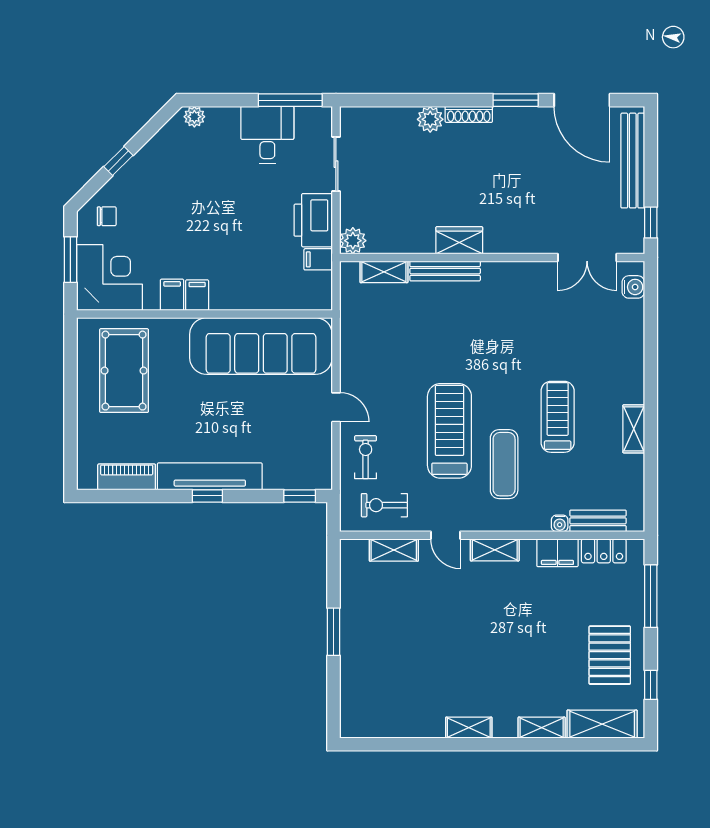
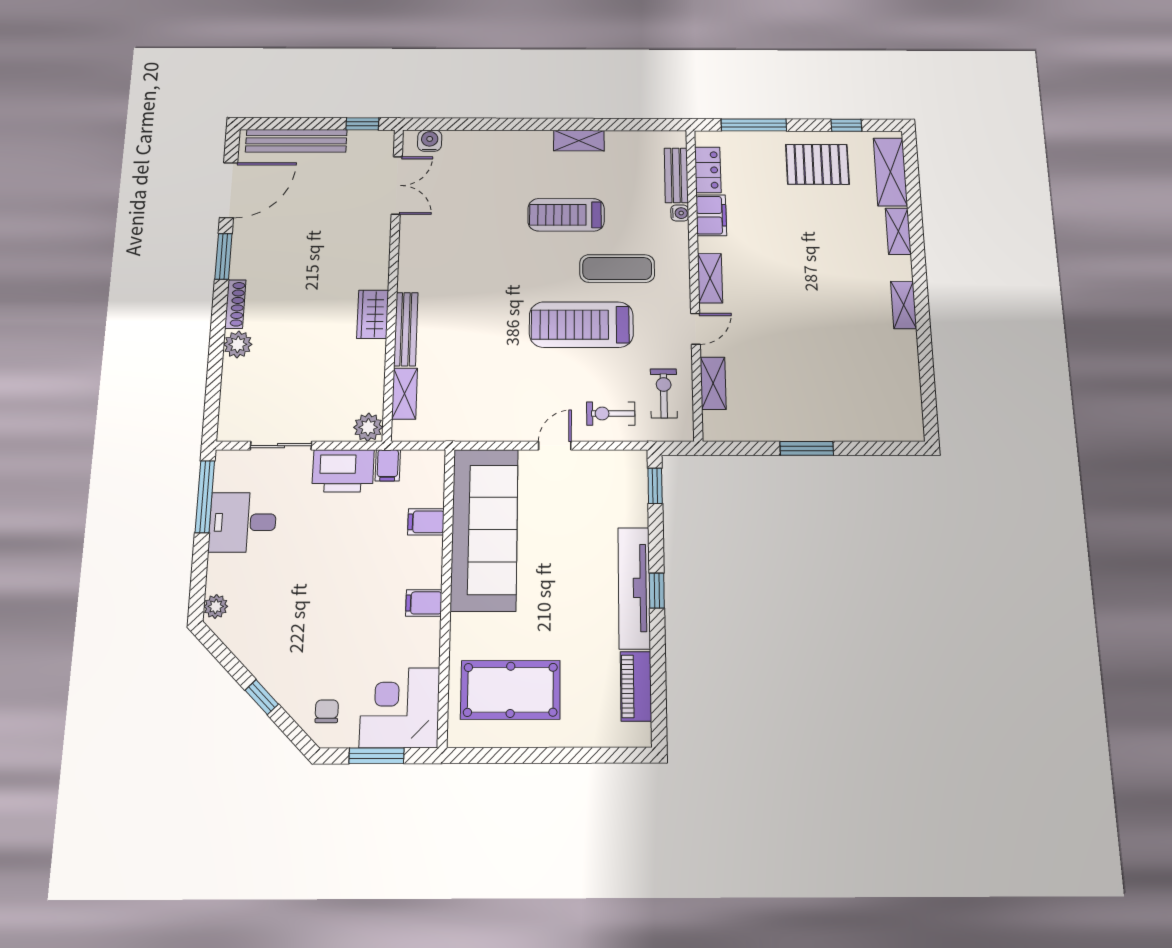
filing cabinet: (172, 295) -> (426, 522), moved
exercise bike: (384, 505) -> (664, 393), turned 180

